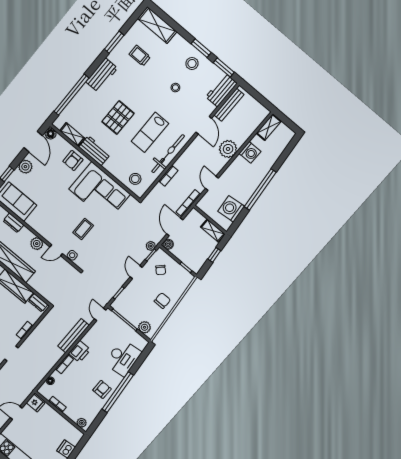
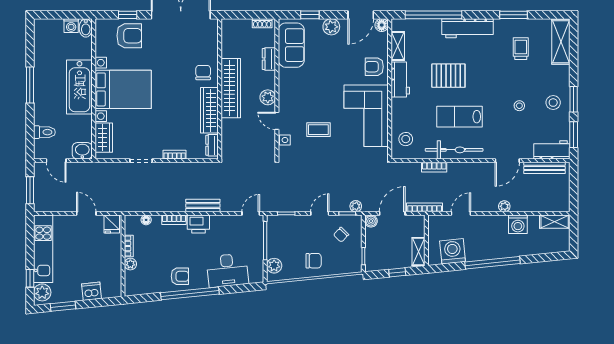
workbench: (102, 75) -> (467, 28), width x1.38
plant: (228, 149) -> (504, 206), width x0.53, depth x0.53
bench: (74, 336) -> (203, 205), width x0.73
plant: (82, 423) -> (130, 264), moved

